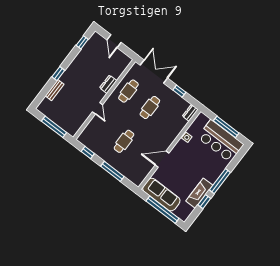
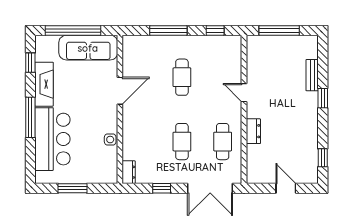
window: (226, 127) -> (73, 188), width x0.69
bar counter: (221, 141) -> (52, 139), moved, turned 90
window: (204, 202) -> (30, 63), moved

